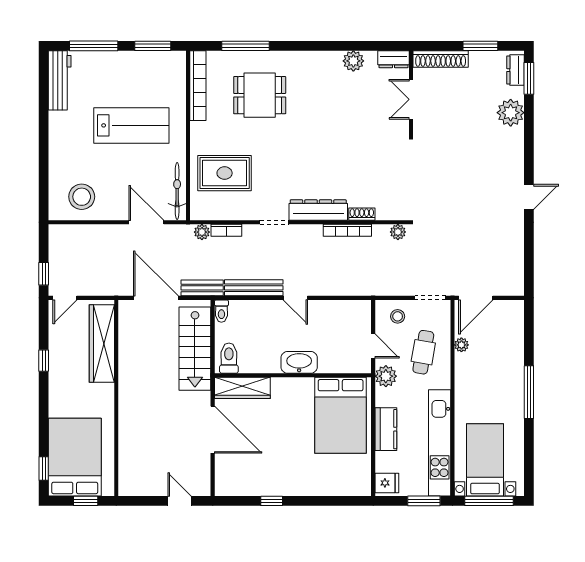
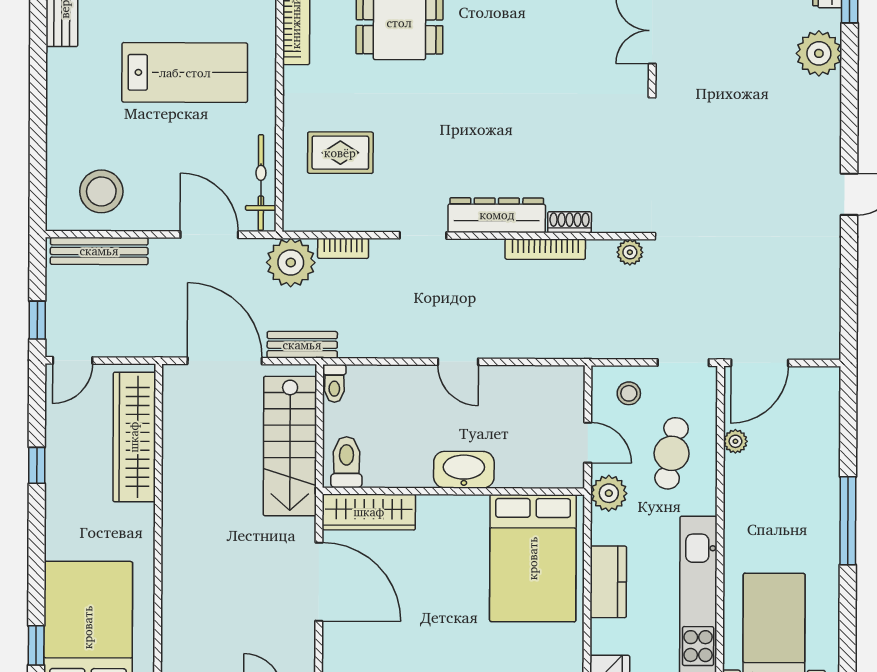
rug: (225, 173) -> (340, 153), width x0.73, depth x0.70
plant: (202, 232) -> (291, 262), width x1.87, depth x1.87
bench: (254, 288) -> (99, 251), moved

